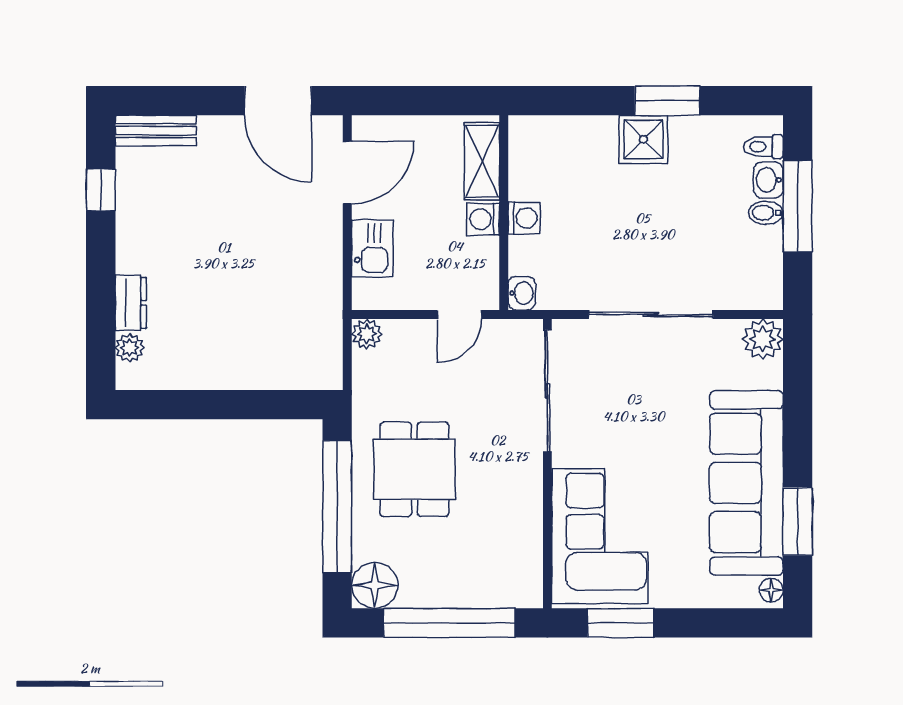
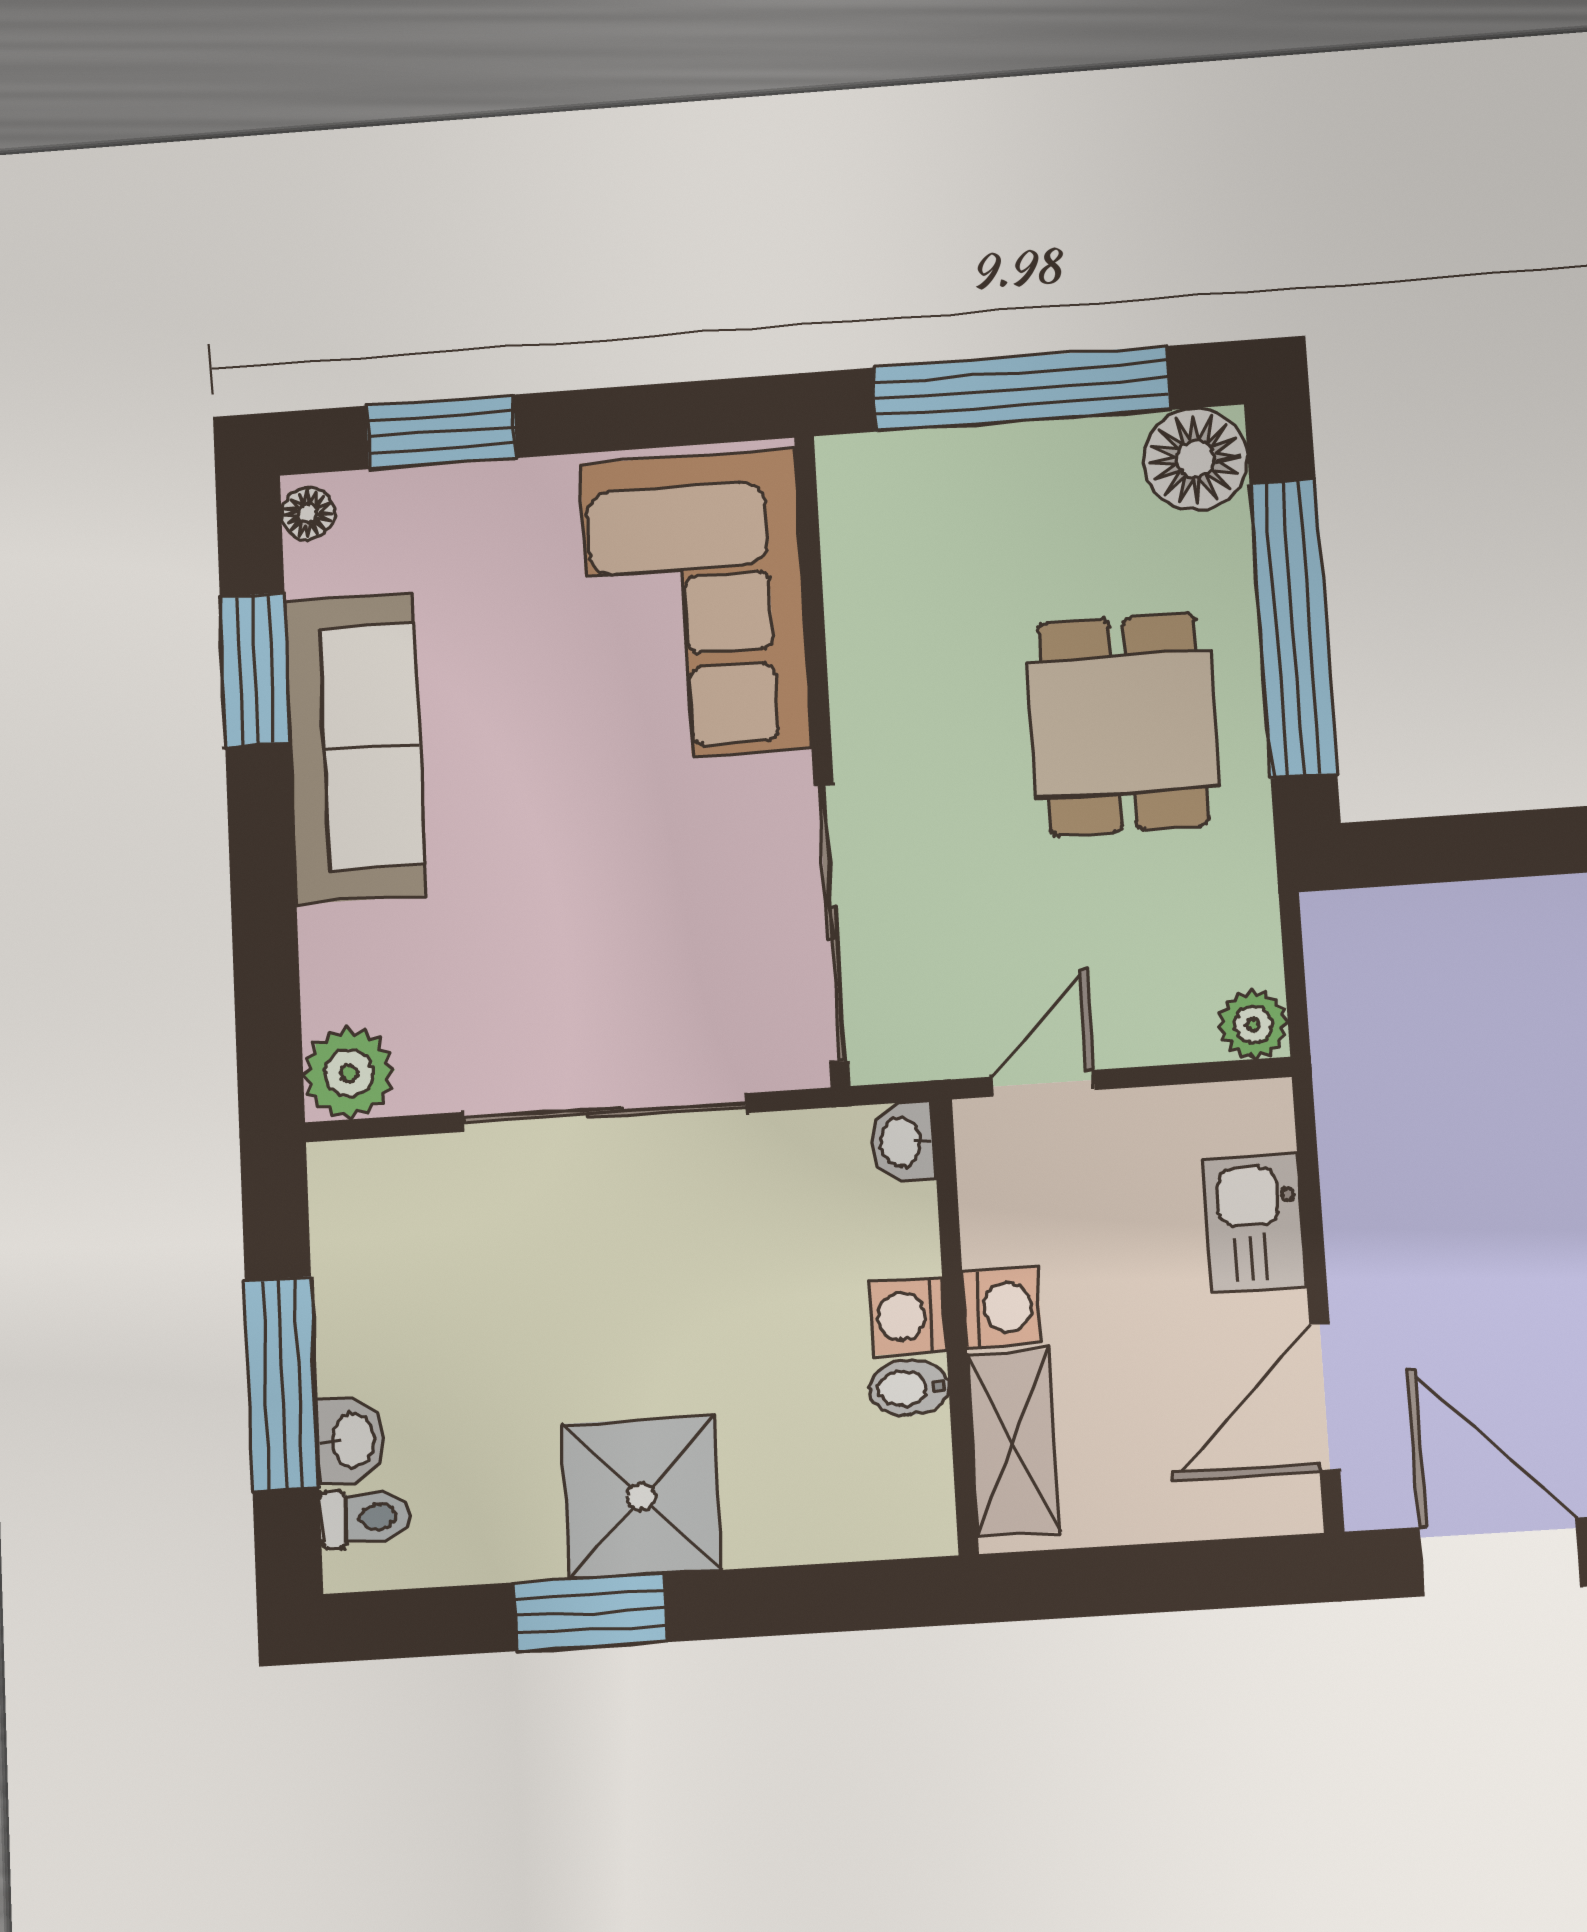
shower: (643, 139) -> (641, 1497), width x1.36, depth x1.36
bidet: (766, 213) -> (909, 1388), moved, turned 180
sofa: (746, 483) -> (355, 748), width x0.74, depth x0.79
window: (621, 623) -> (441, 432), moved

